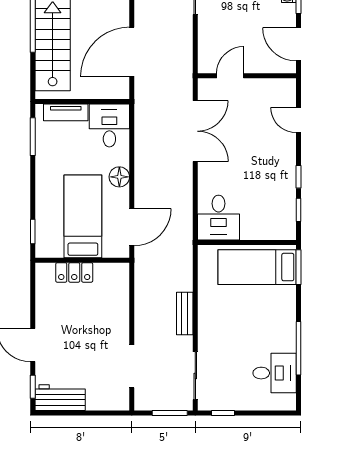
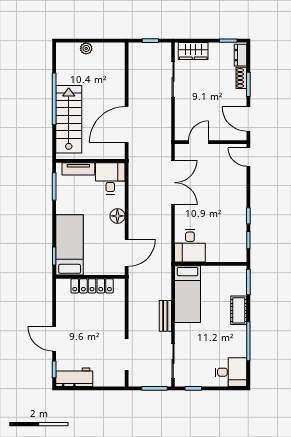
door: (298, 120) -> (248, 157), moved
bed: (83, 216) -> (70, 245), moved
bed: (257, 267) -> (188, 294), moved, turned -90
locker: (74, 272) -> (92, 286), width x1.53
cot: (285, 306) -> (239, 310), added
desk: (275, 373) -> (231, 372), moved

